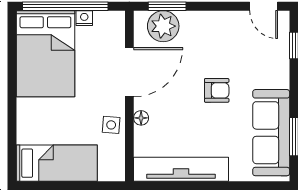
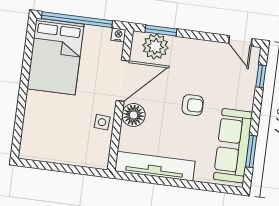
nightstand: (84, 18) -> (118, 35), moved
floor lamp: (141, 118) -> (134, 115), width x1.89, depth x1.89
bed: (57, 163) -> (53, 148), removed

